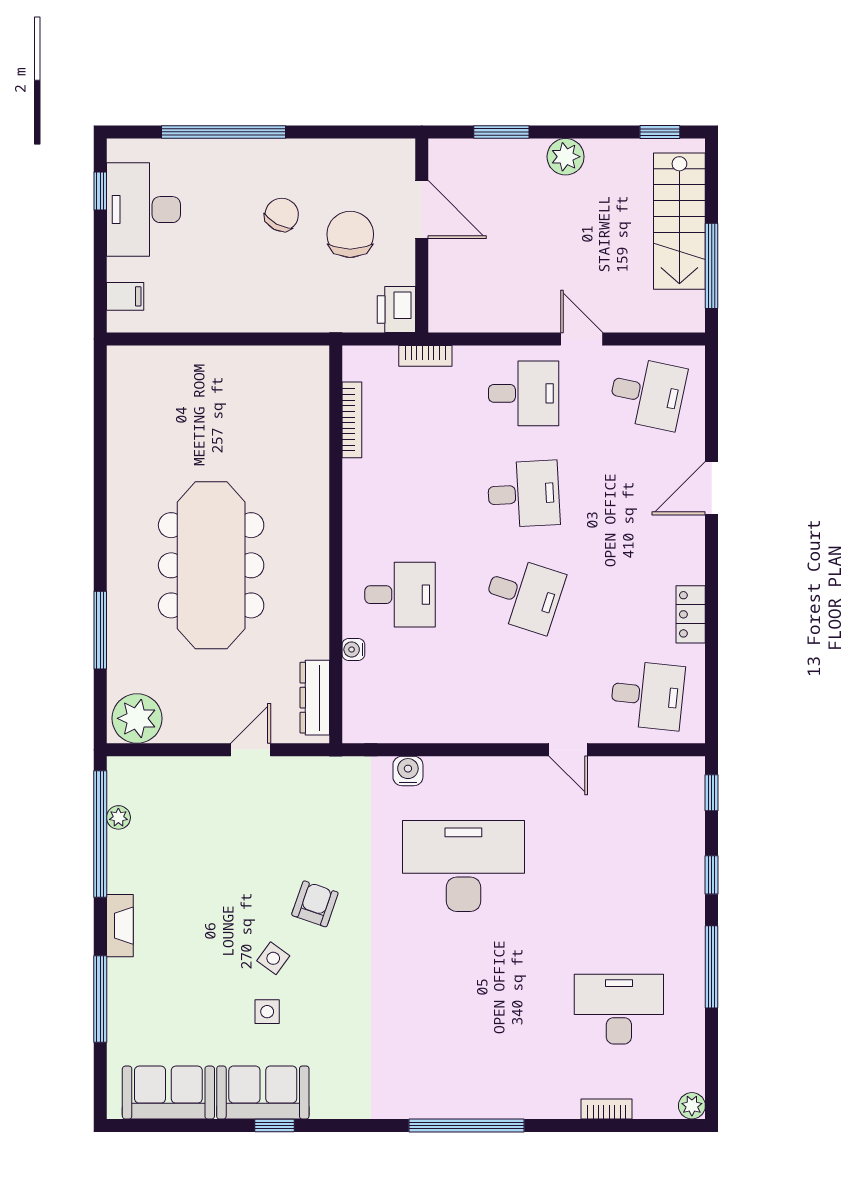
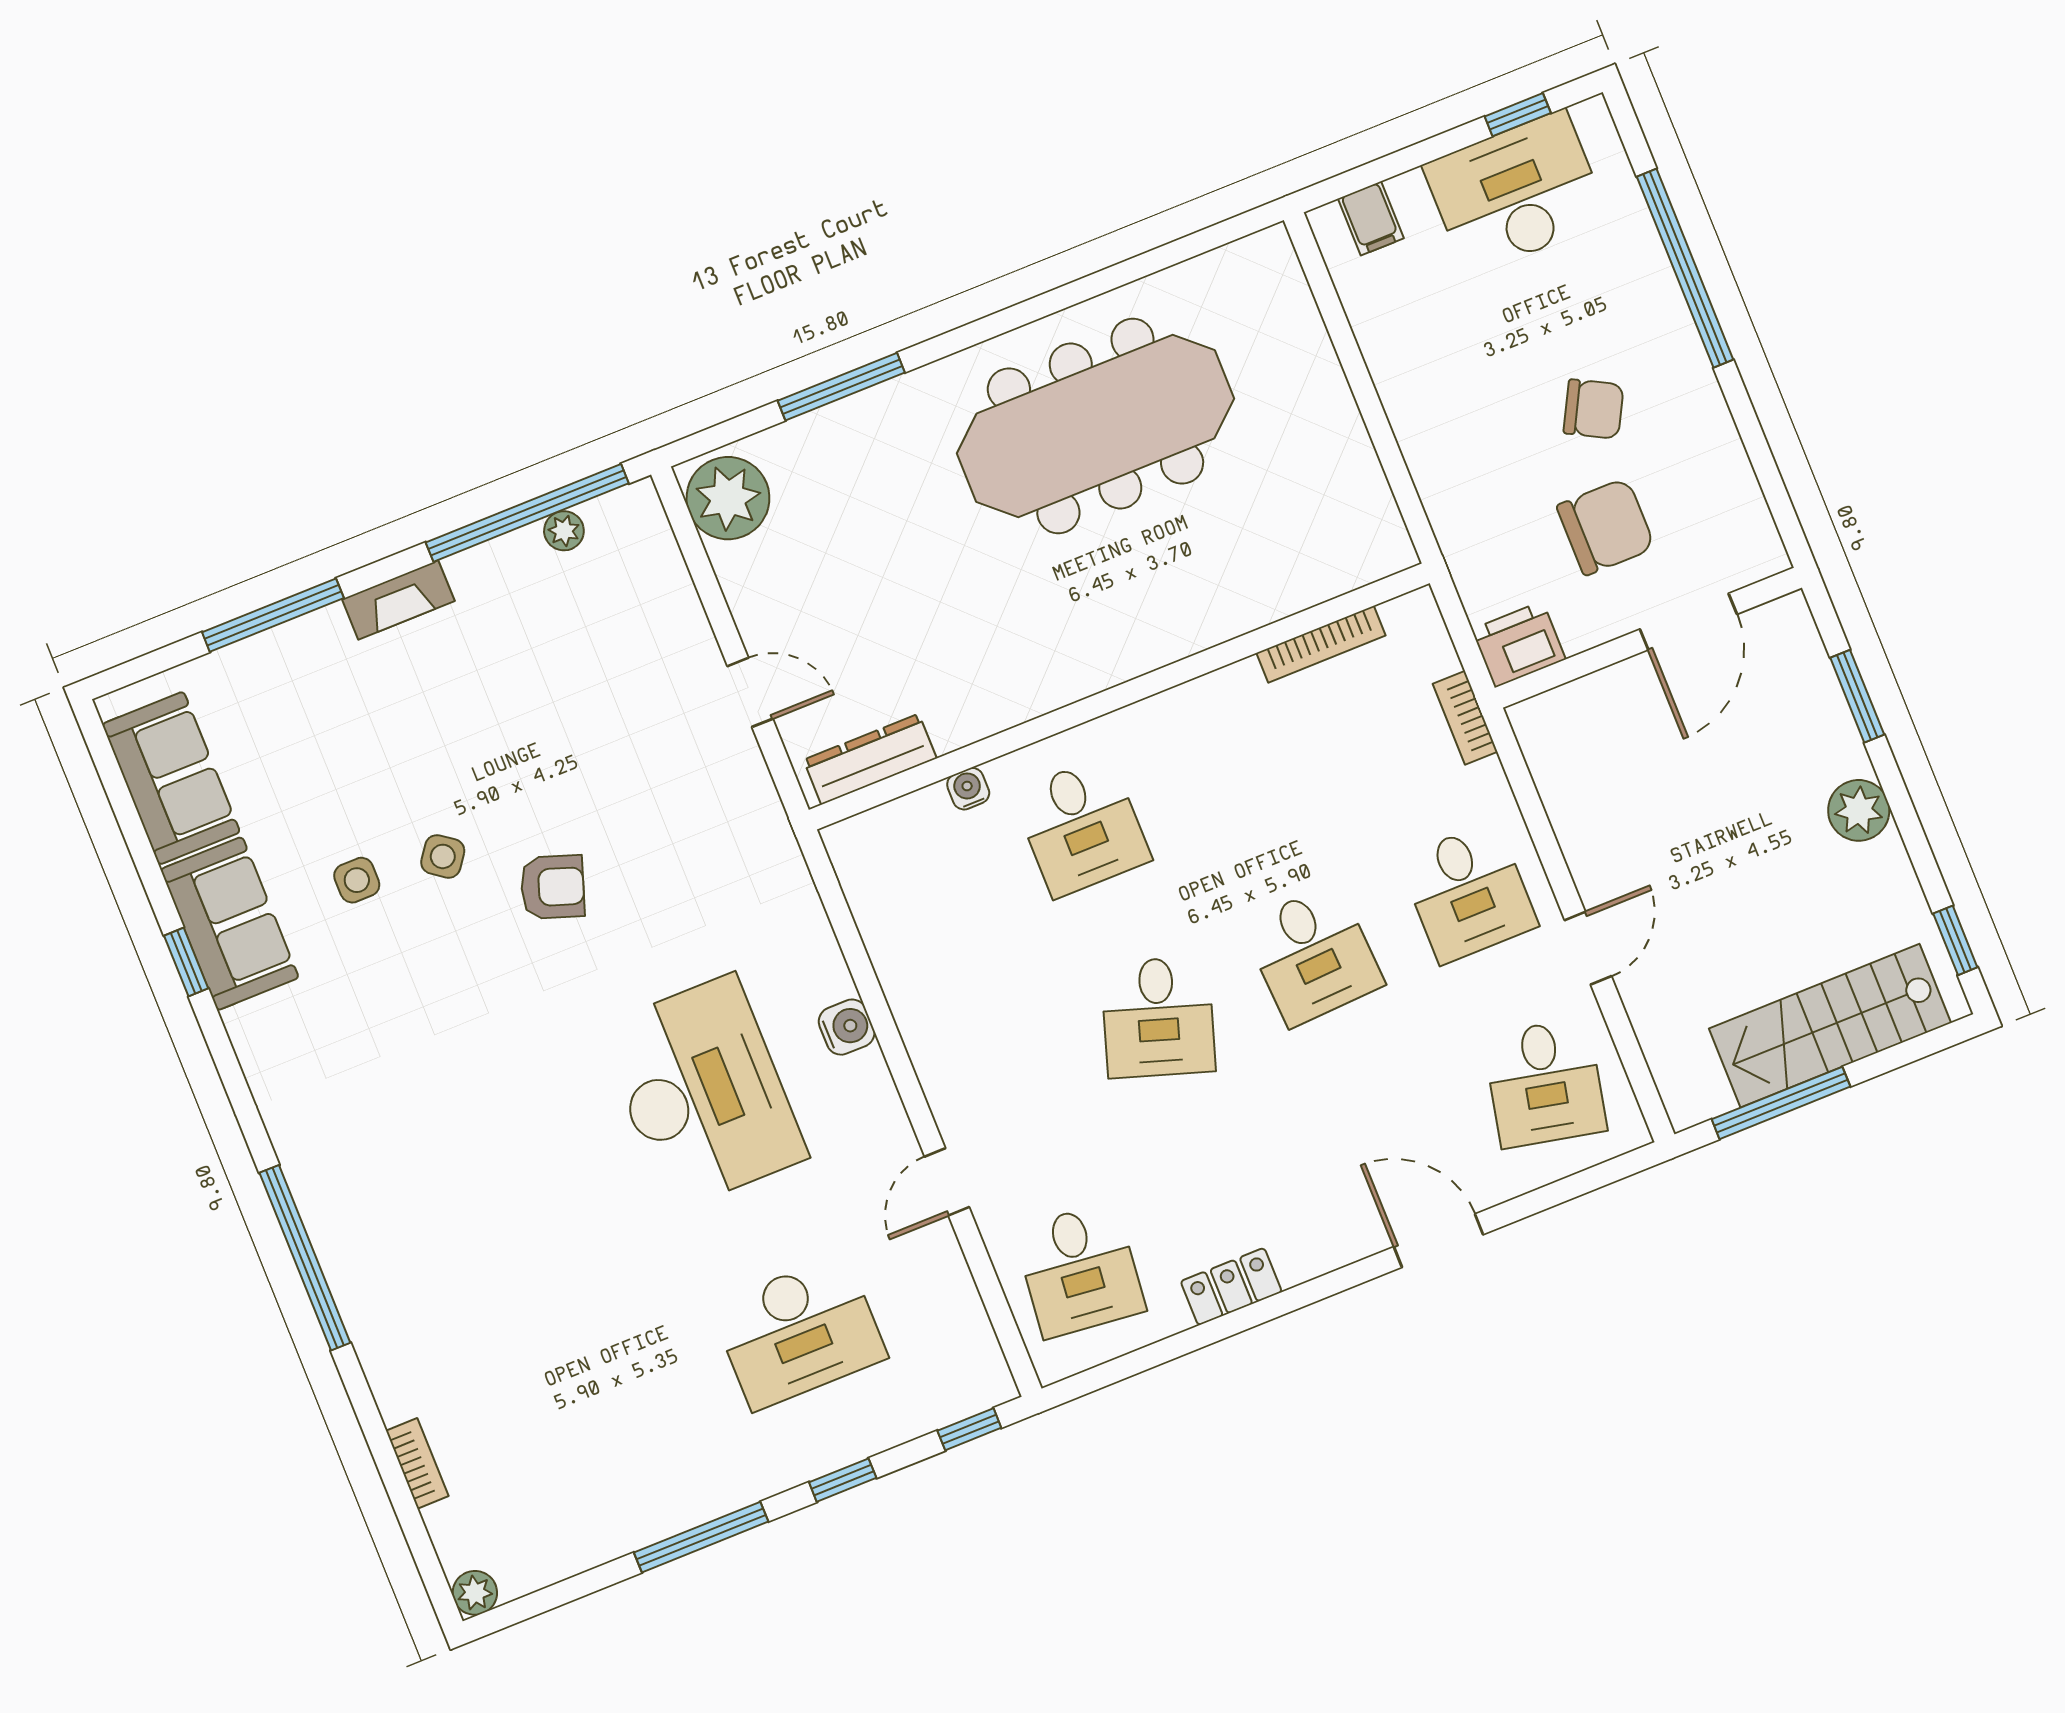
meeting table: (211, 565) -> (1095, 426), moved
water cooler: (408, 771) -> (847, 1027), moved
desk: (619, 1009) -> (799, 1332), moved, turned 90

